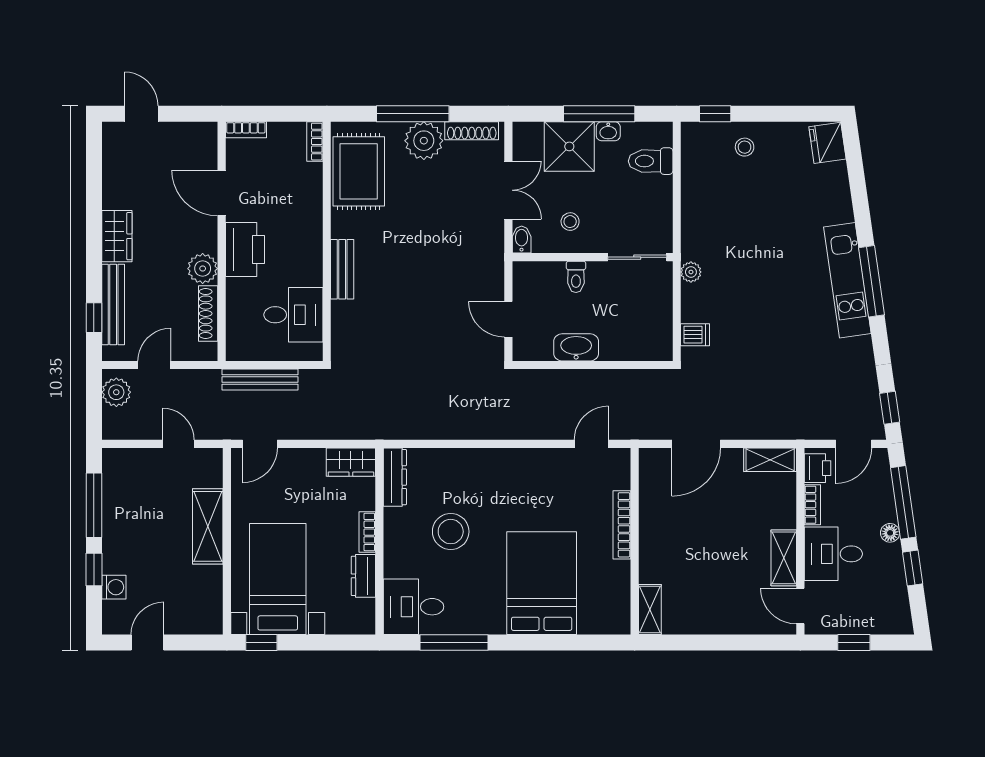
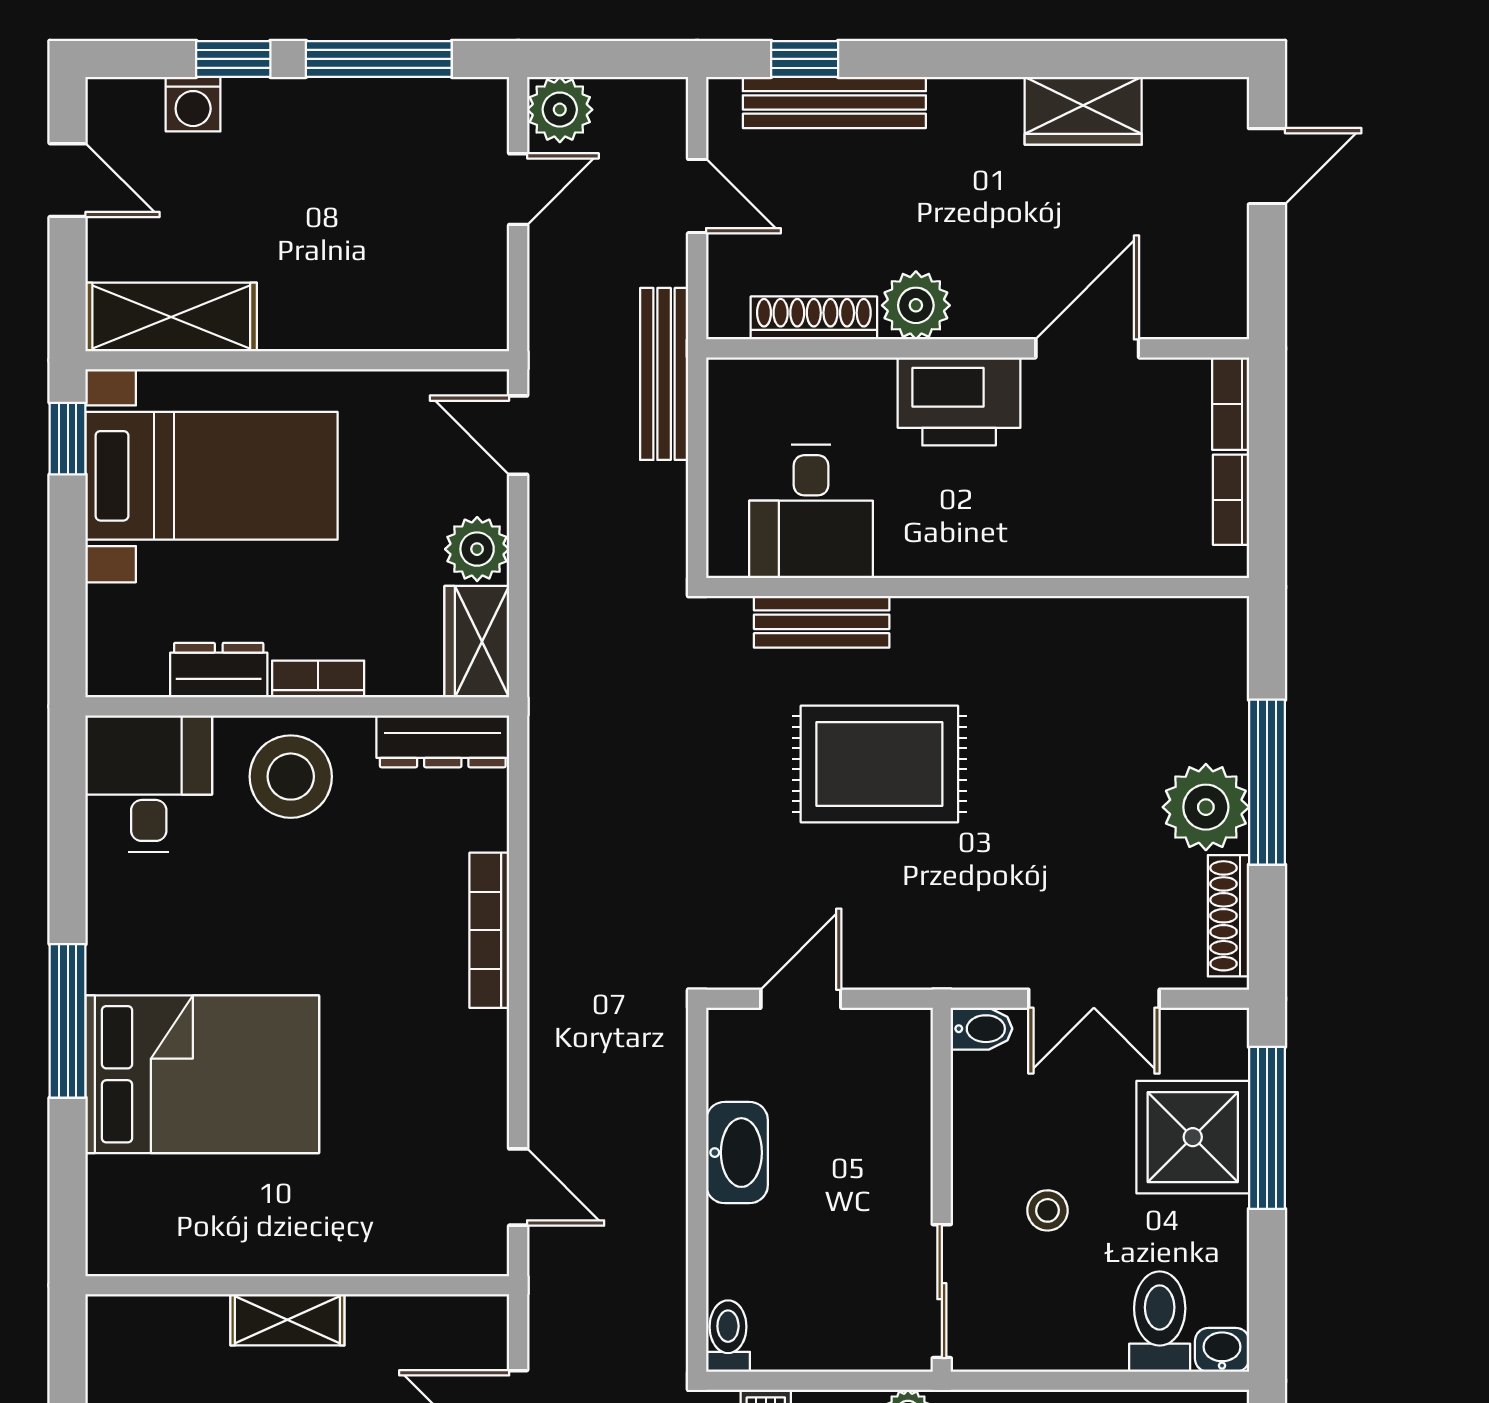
window: (599, 114) -> (1267, 1128), moved
washbasin: (608, 131) -> (1222, 1350), moved, turned 90
bookcase: (315, 142) -> (1231, 500), moved, turned -90
rug: (359, 171) -> (879, 764), moved
stool: (570, 222) -> (1047, 1210), moved
wardrobe: (117, 236) -> (1083, 111), moved
bench: (342, 269) -> (822, 622), moved
toilet: (576, 277) -> (728, 1336), moved, turned 90
bench: (260, 380) -> (664, 374), moved
plant: (116, 392) -> (560, 110), moved
door: (178, 444) -> (518, 189), moved
plant: (310, 462) -> (477, 549), added
bookcase: (622, 525) -> (489, 930), moved, turned -90
shelving: (208, 526) -> (171, 317), moved
stool: (451, 532) -> (291, 777), moved
shelving: (650, 609) -> (287, 1320), moved
window: (454, 643) -> (68, 1021), moved

